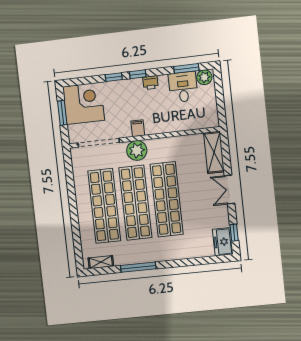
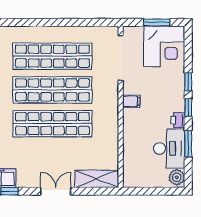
window: (186, 68) -> (188, 144), moved
desk: (183, 87) -> (169, 148), width x1.37
plant: (137, 150) -> (108, 98), removed

